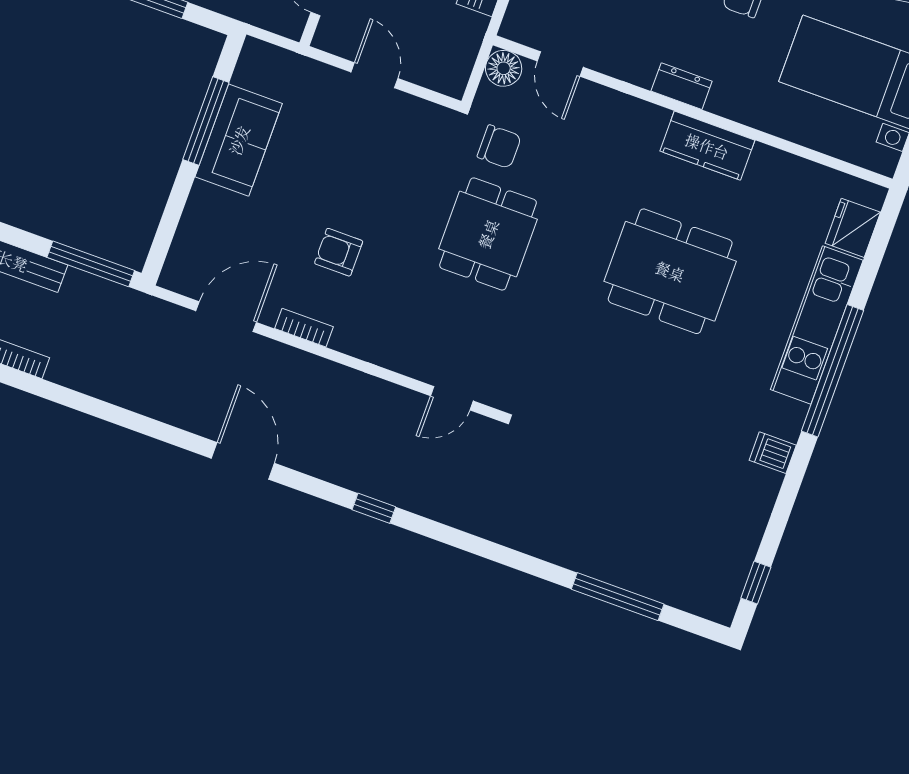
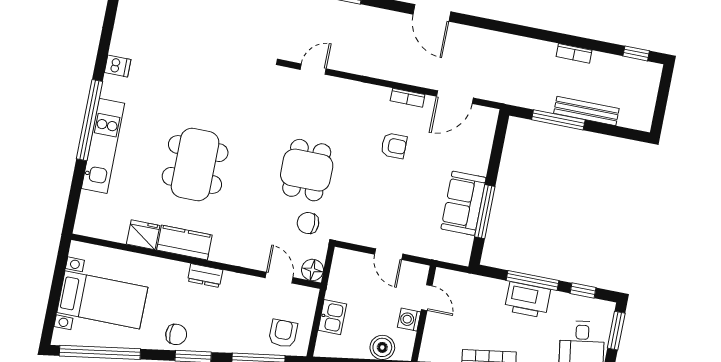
fridge: (853, 228) -> (143, 235), moved, turned -90
window: (91, 264) -> (558, 120), moved
dining table: (670, 271) -> (195, 165), turned 90

